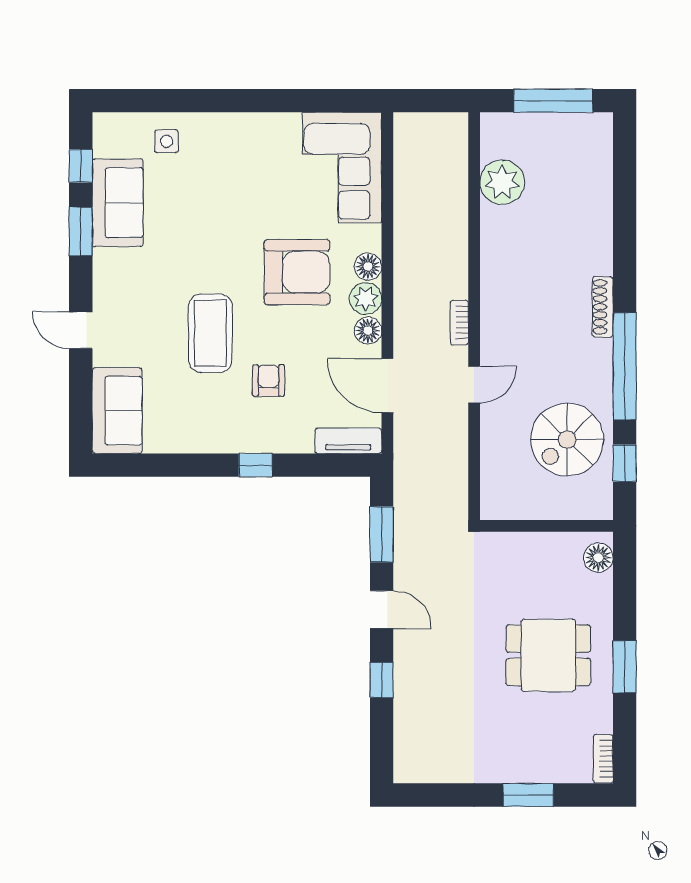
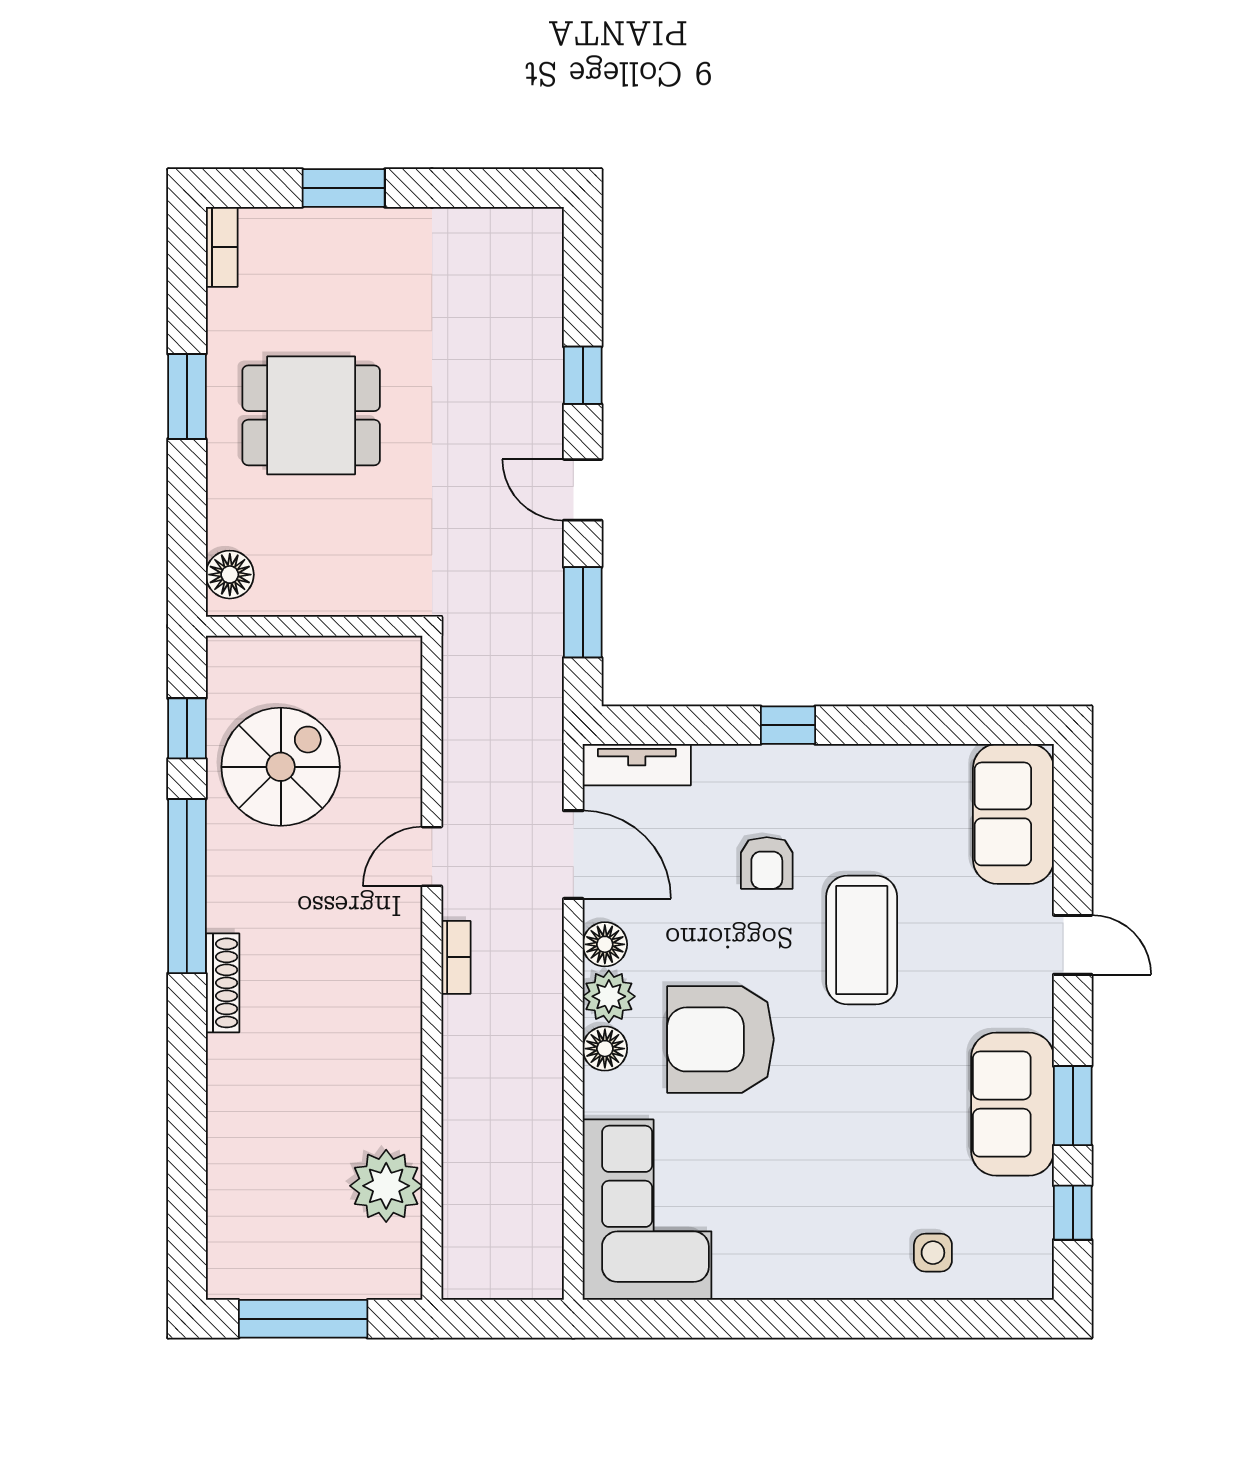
sofa: (118, 203) -> (1012, 1104), moved

